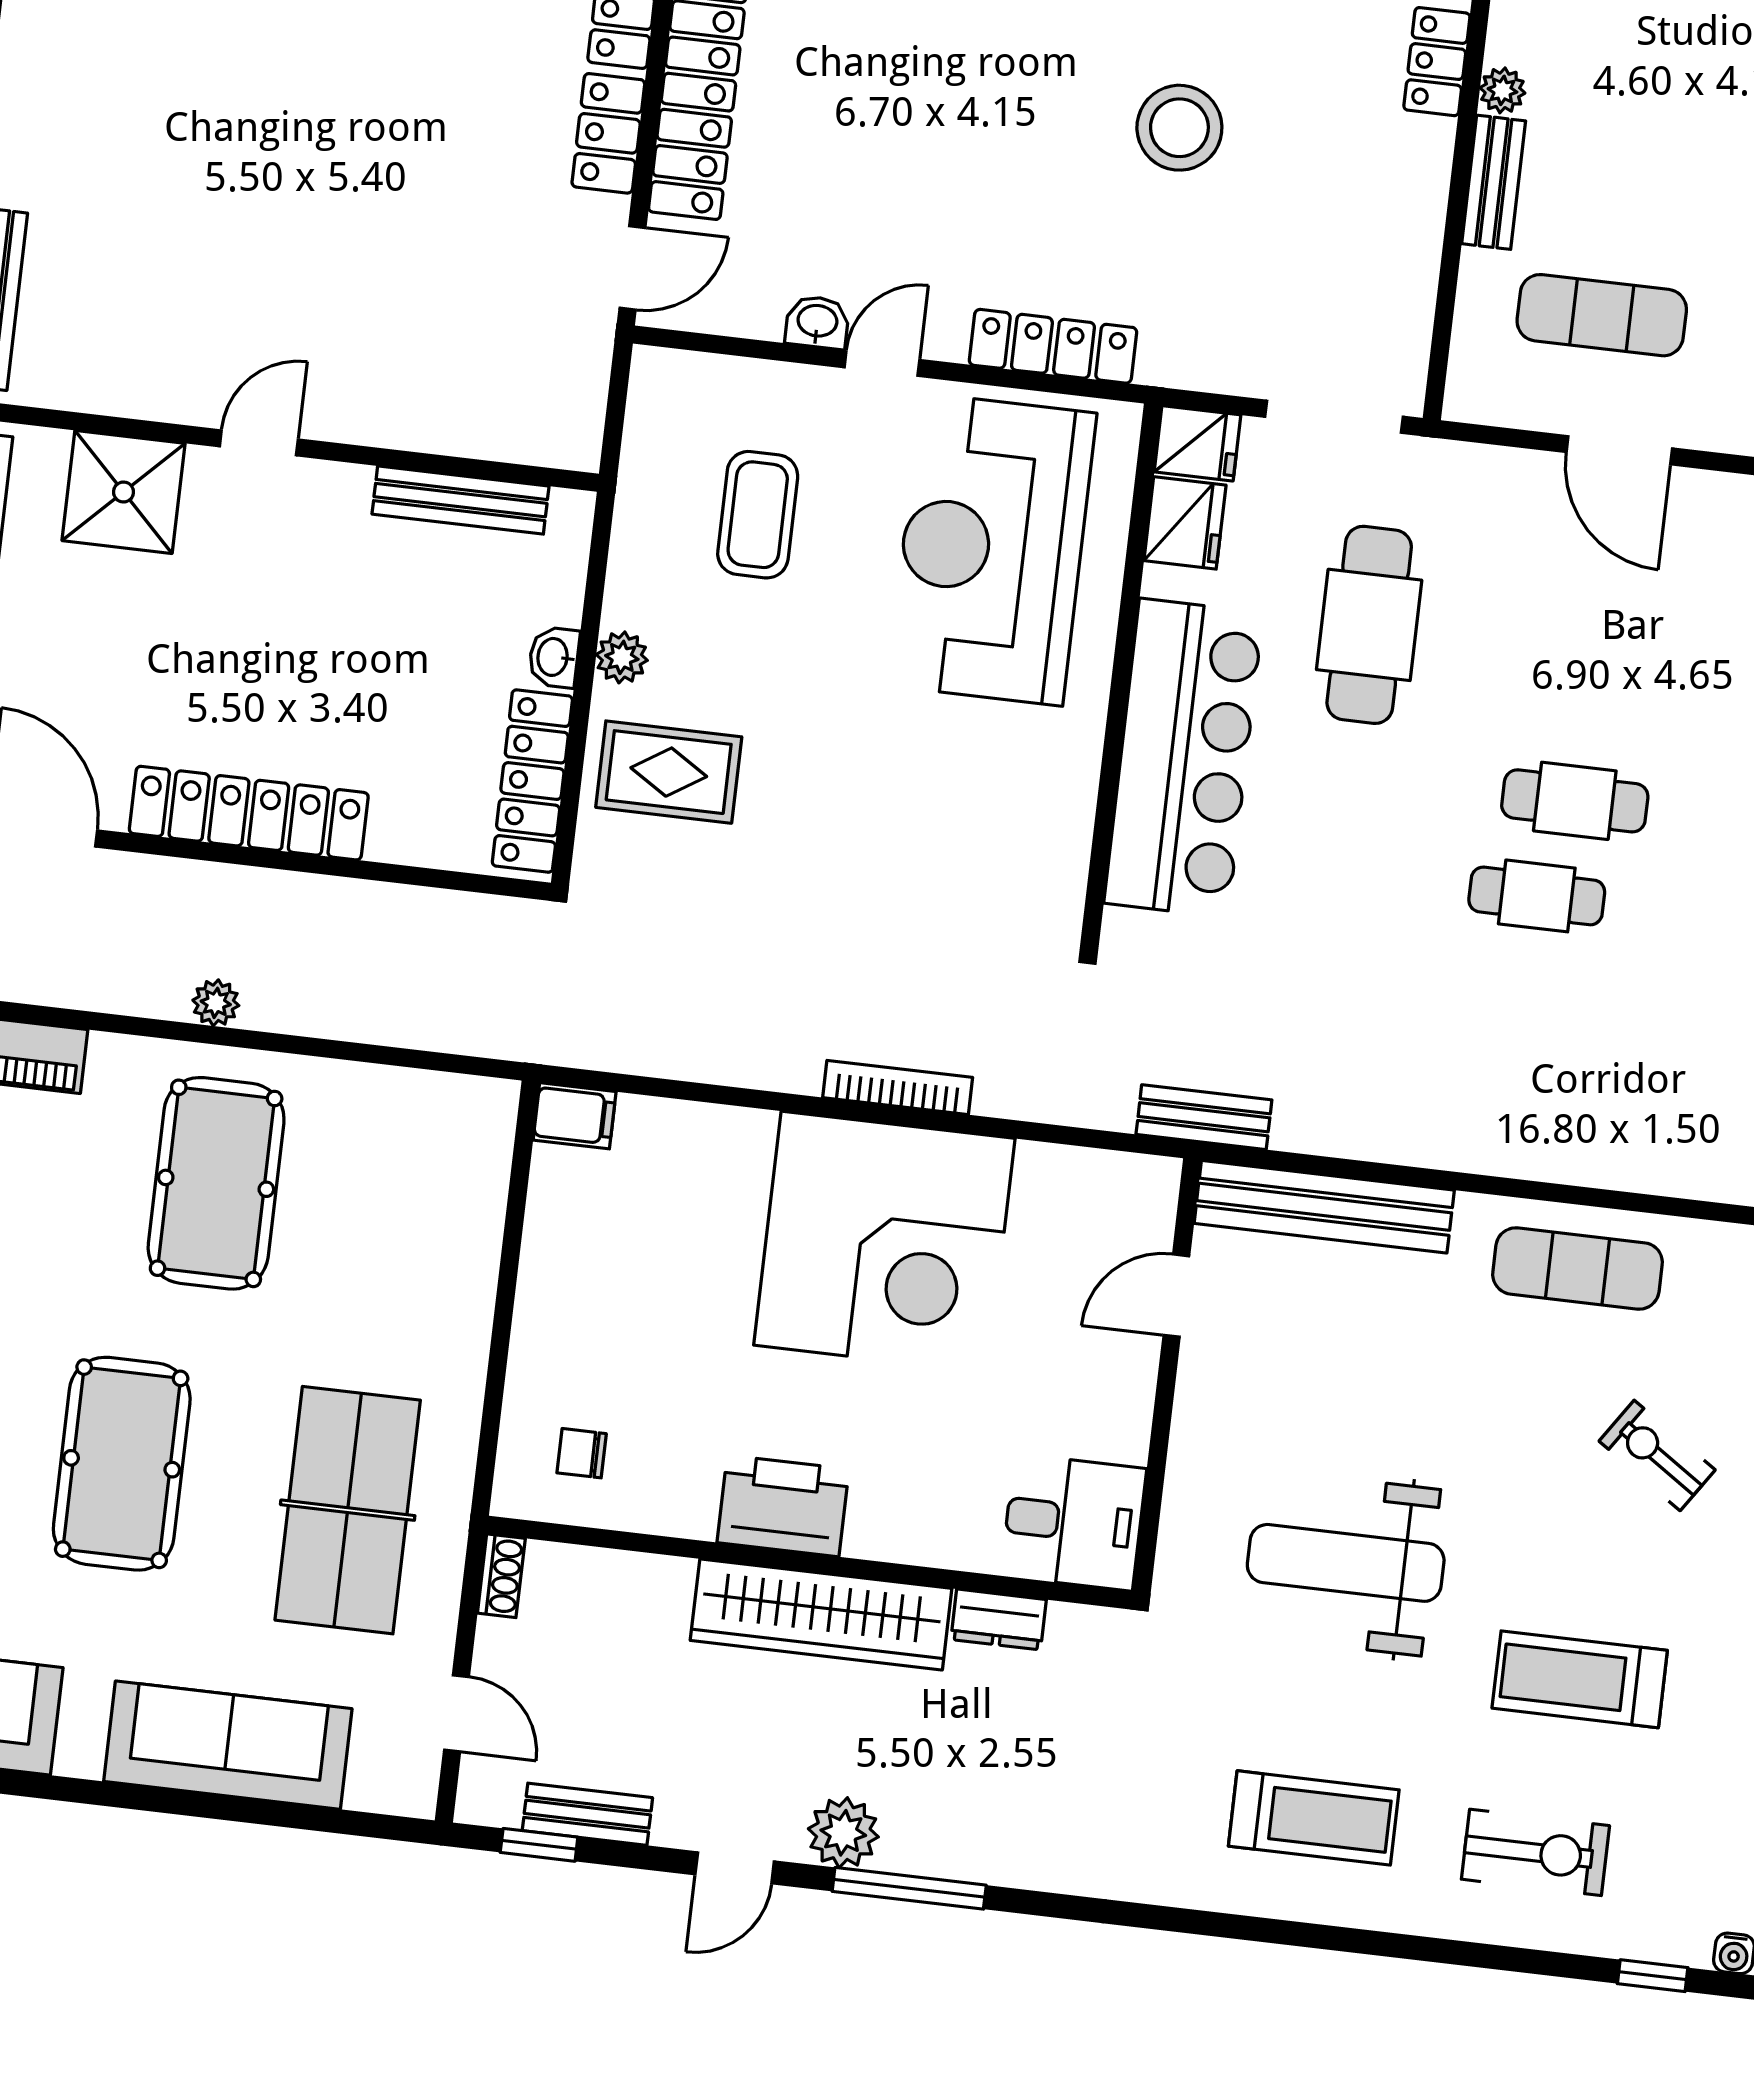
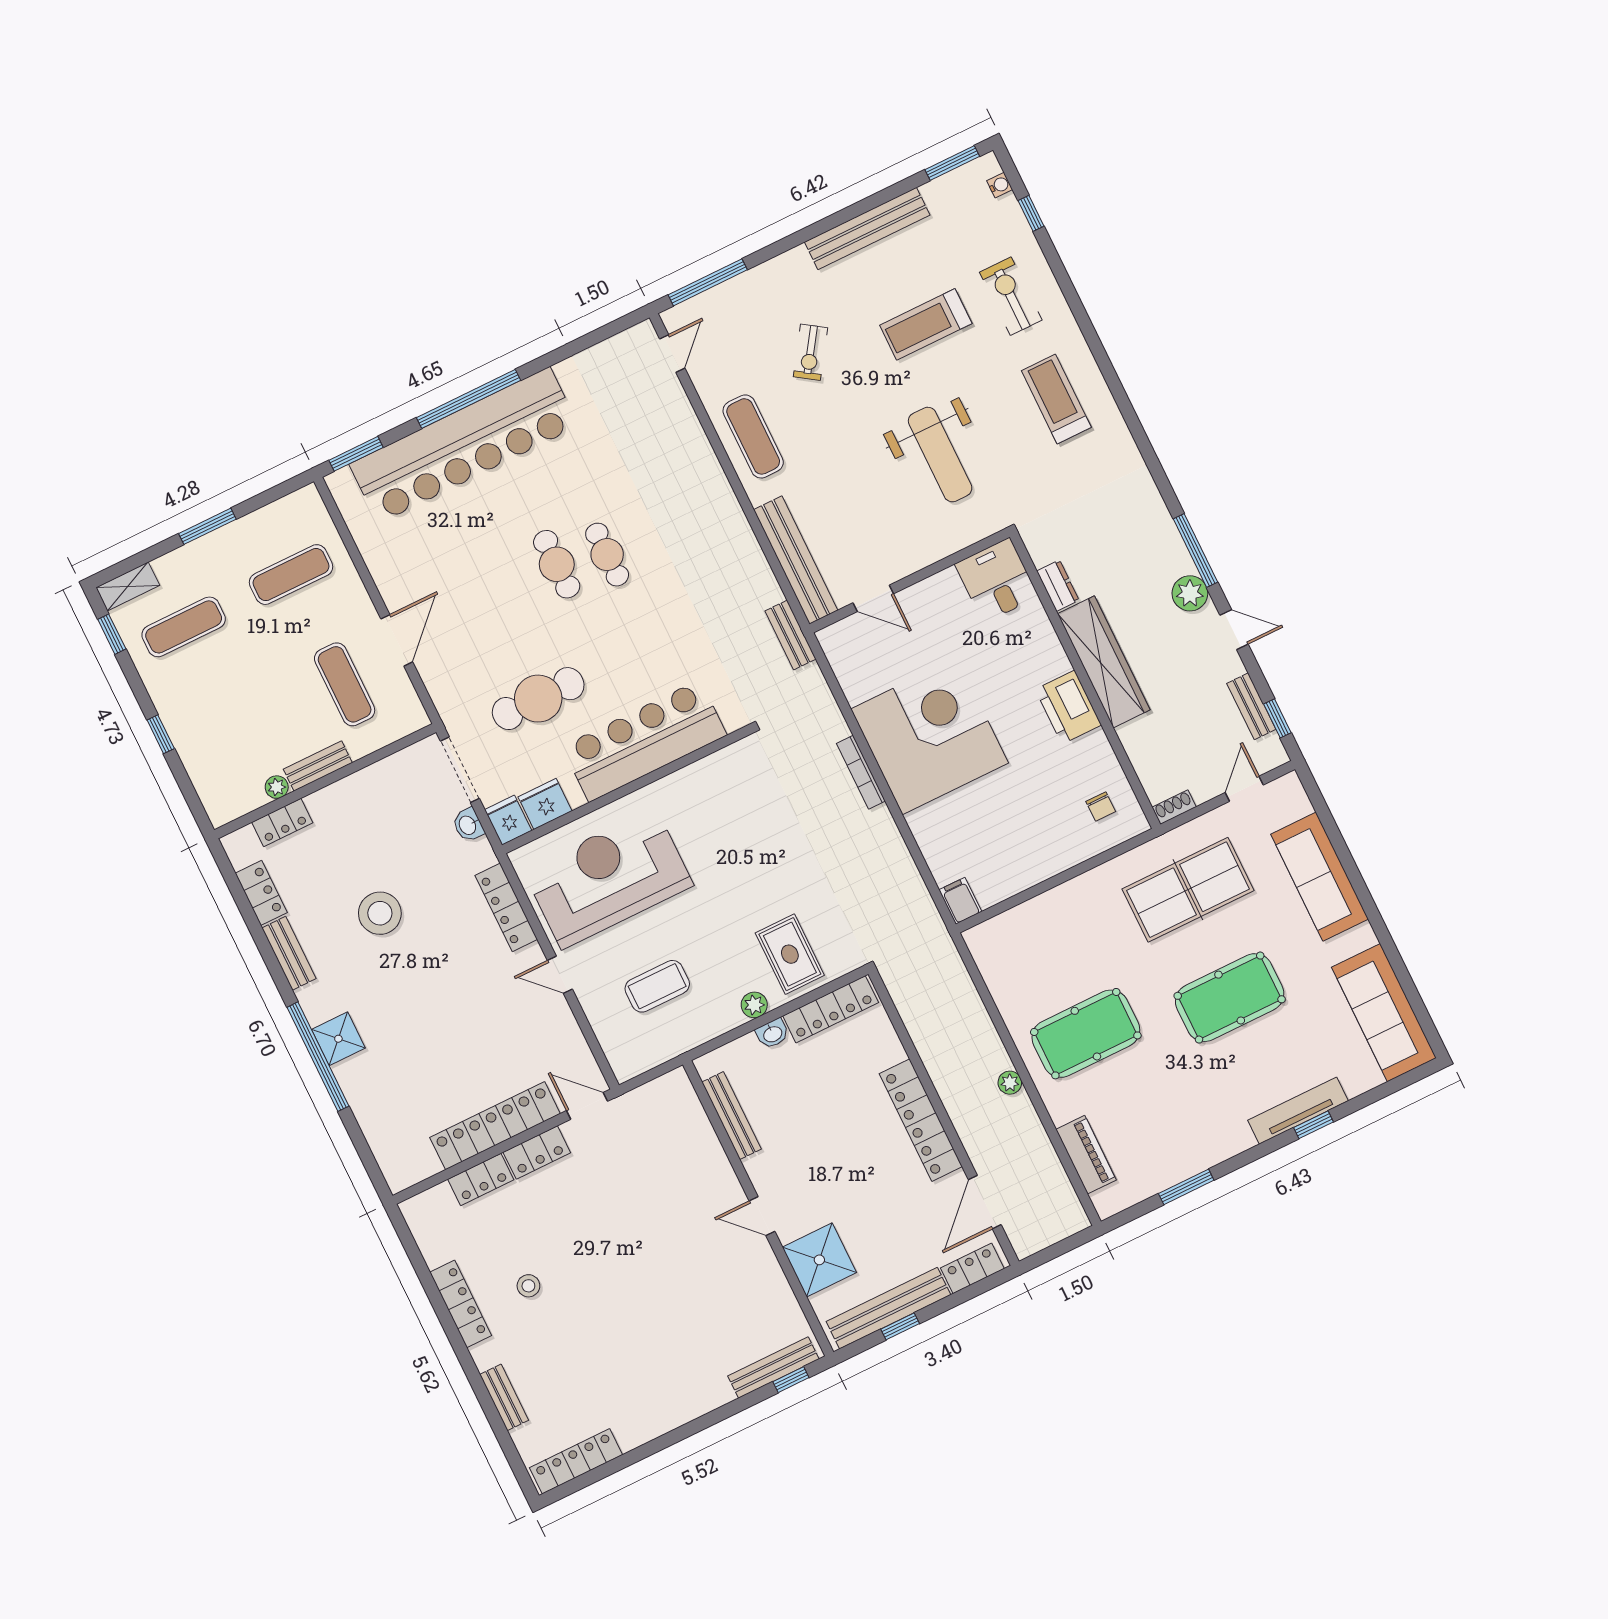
washbasin: (817, 322) -> (468, 825), moved
reception desk: (992, 549) -> (608, 878), turned 180
treadmill: (1580, 1679) -> (926, 324), turned 90

